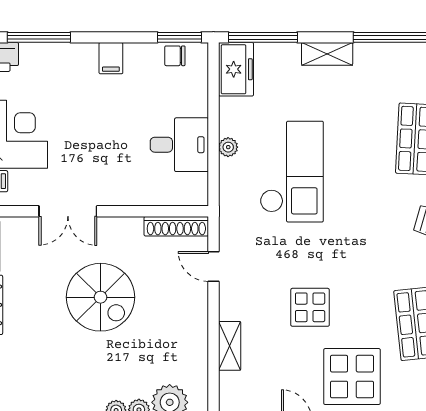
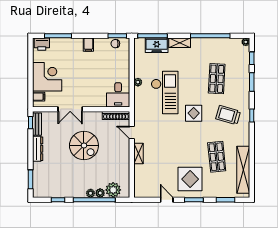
freezer: (236, 69) -> (157, 45), moved, turned 90
desk: (179, 145) -> (118, 95), moved, turned 90
display table: (310, 307) -> (194, 113), moved
shelving: (230, 346) -> (138, 153), moved

